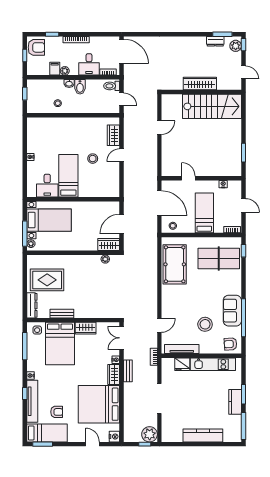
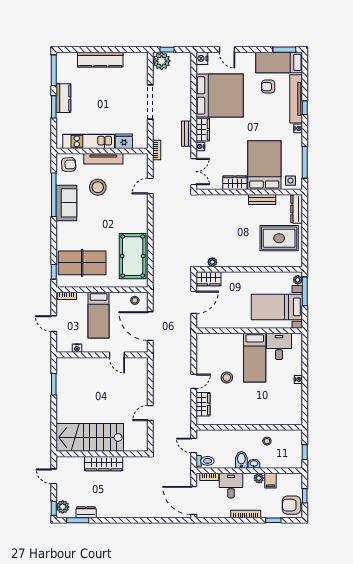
tv unit: (182, 349) -> (103, 159), moved

